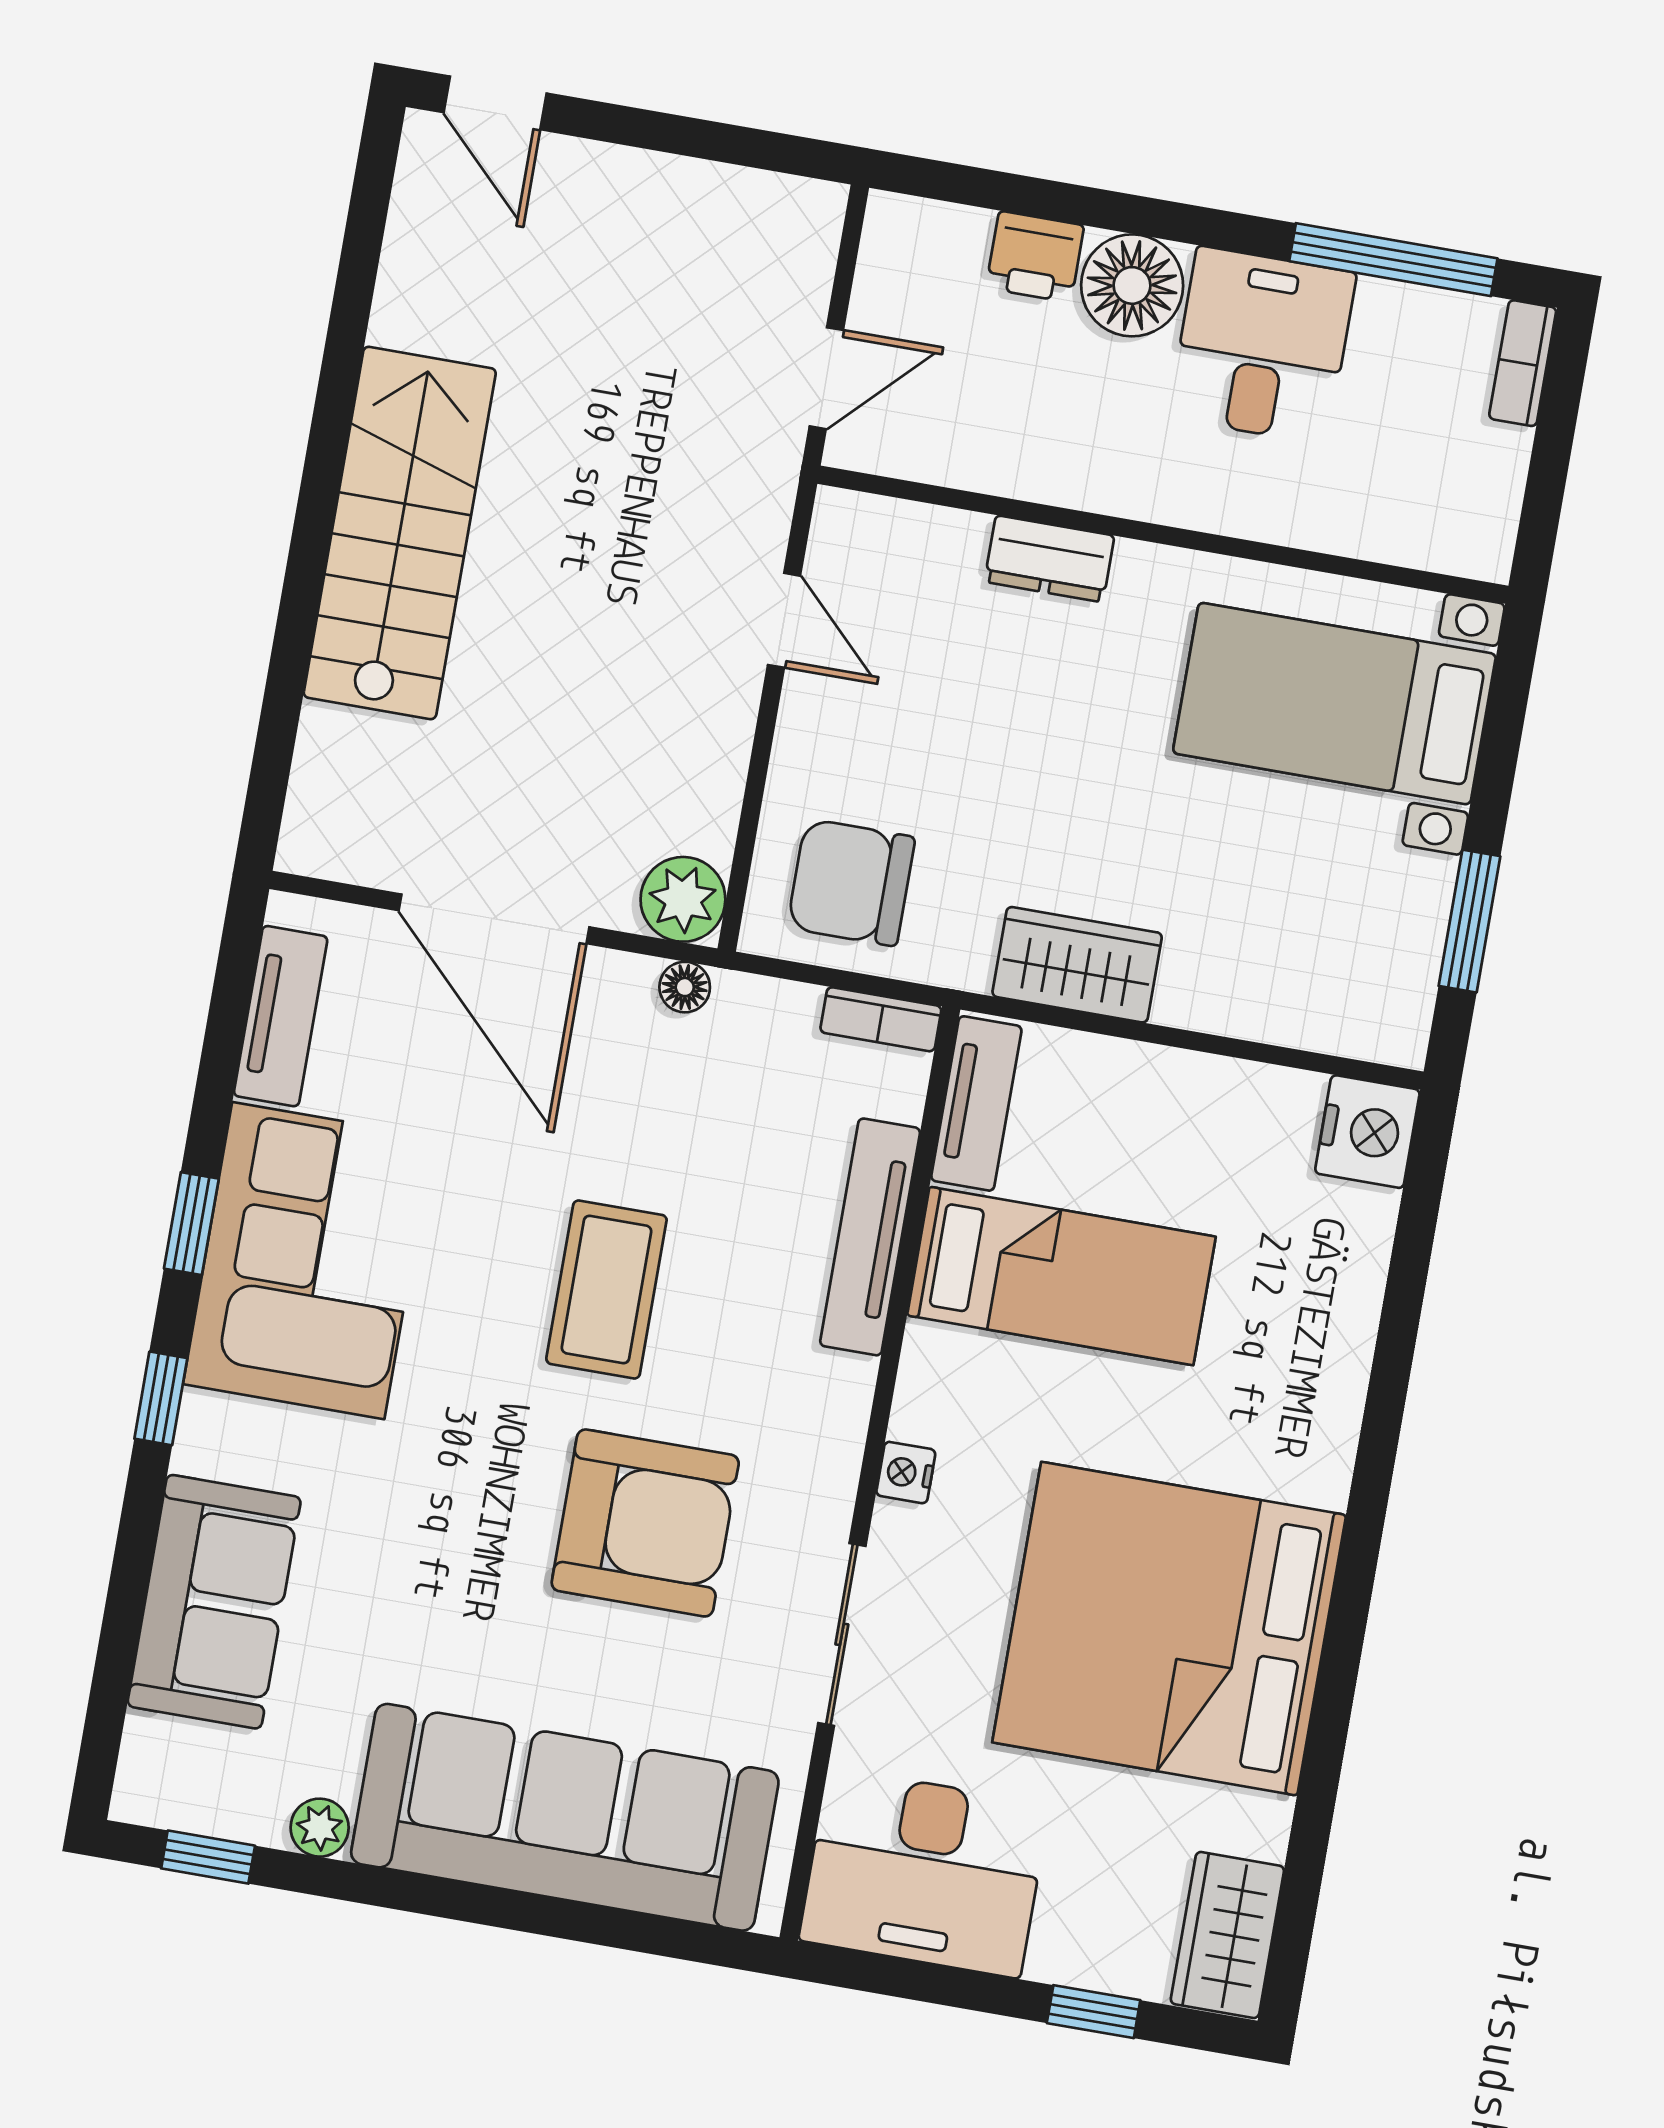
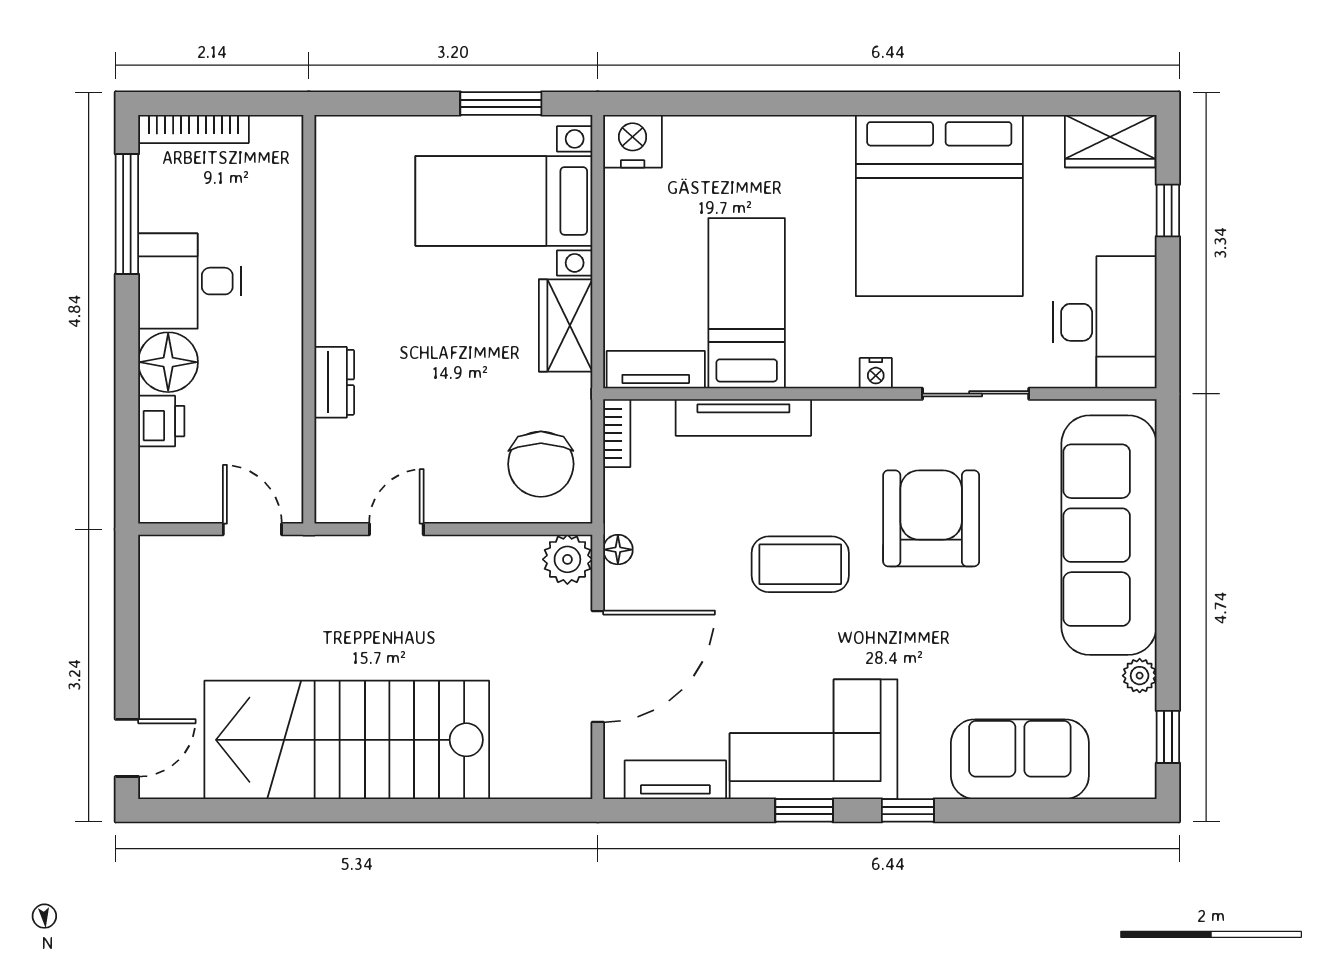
bookcase: (1523, 363) -> (194, 129), width x1.56
stairs: (400, 533) -> (347, 740), width x1.36, depth x1.51
bed with nightstands: (1334, 704) -> (504, 201), moved, turned 90

